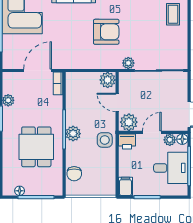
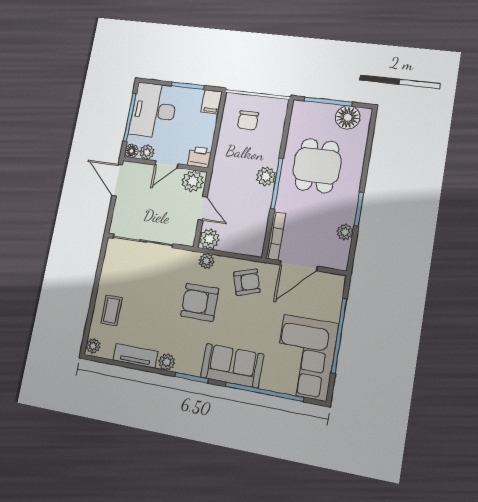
armchair: (74, 52) -> (247, 282), added
plant: (128, 63) -> (206, 261), moved
bookcase: (58, 83) -> (276, 236), width x1.56
side table: (105, 140) -> (227, 163), removed
desk: (171, 168) -> (154, 111), width x1.37
chair: (74, 174) -> (248, 120), moved, turned 180
floor lamp: (20, 191) -> (348, 117), width x1.89, depth x1.89

